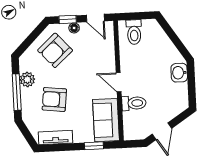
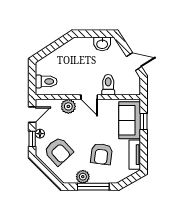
plant: (107, 59) -> (68, 106), added
washbasin: (179, 73) -> (102, 44), moved
door: (119, 82) -> (89, 97), hinge flipped
sofa: (106, 120) -> (130, 120), moved, turned 90

